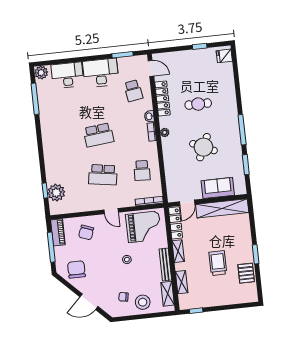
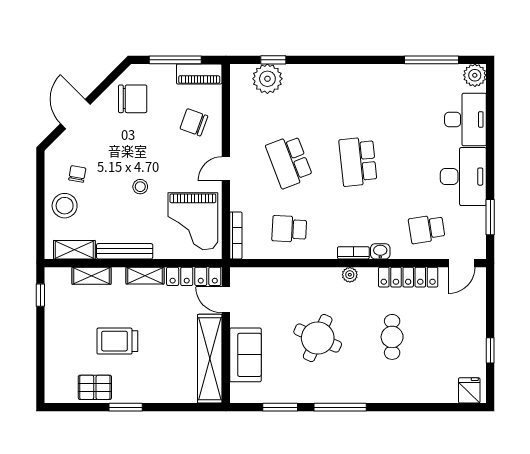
school desk: (103, 175) -> (289, 161), turned -30
trolley: (218, 263) -> (117, 341), turned 180

